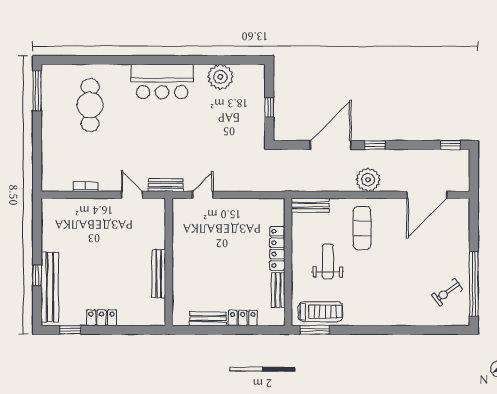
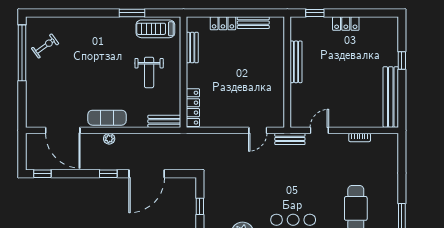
plant: (368, 180) -> (109, 139), width x0.53, depth x0.53
door: (132, 195) -> (319, 130), swing flipped
door: (427, 195) -> (63, 130), swing flipped
exercise mat: (362, 228) -> (107, 118), moved, turned 90
locker: (277, 248) -> (193, 108), moved
bench: (50, 287) -> (391, 97), moved
window: (70, 330) -> (315, 13), moved
window: (315, 330) -> (132, 13), moved

